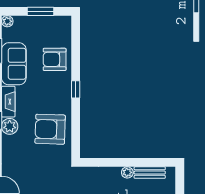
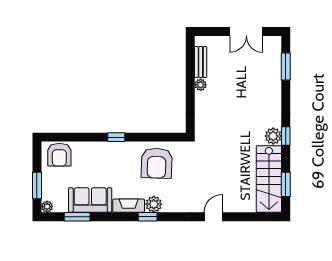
window: (40, 11) -> (37, 186), moved
armchair: (55, 59) -> (59, 155), moved

